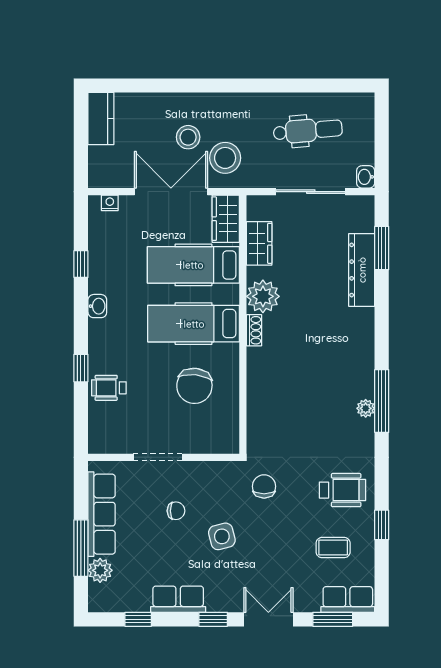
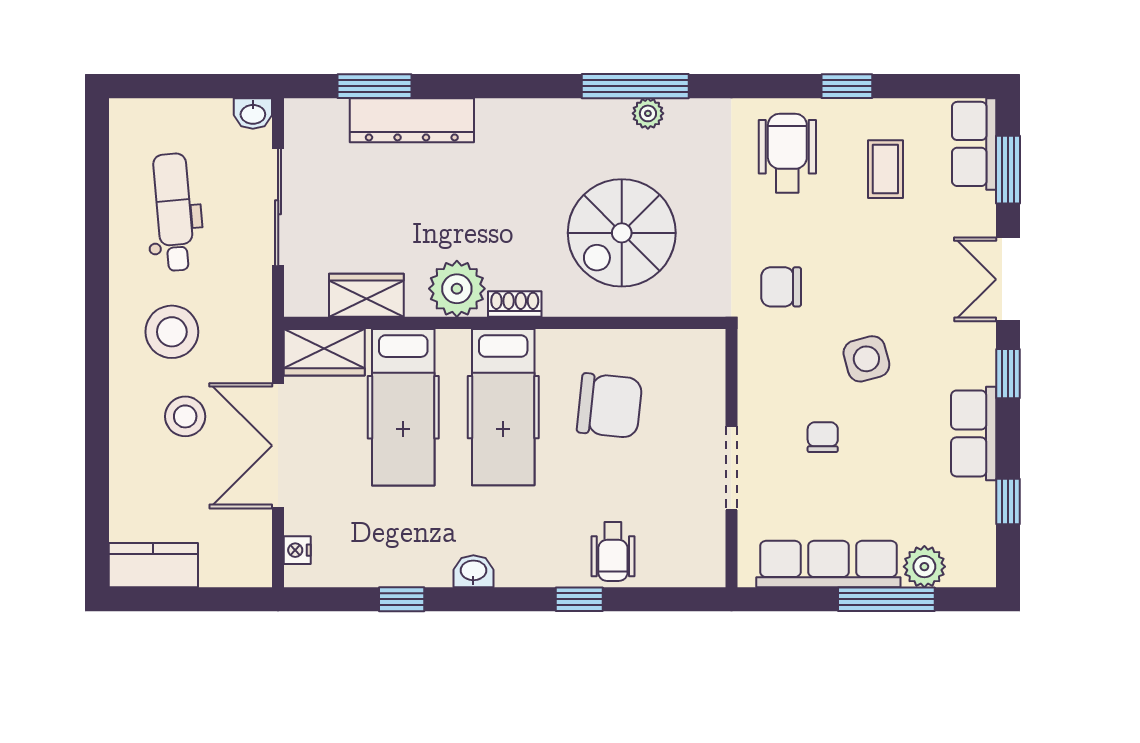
stool: (225, 158) -> (172, 332), moved
spiral stairs: (296, 393) -> (622, 233), added

